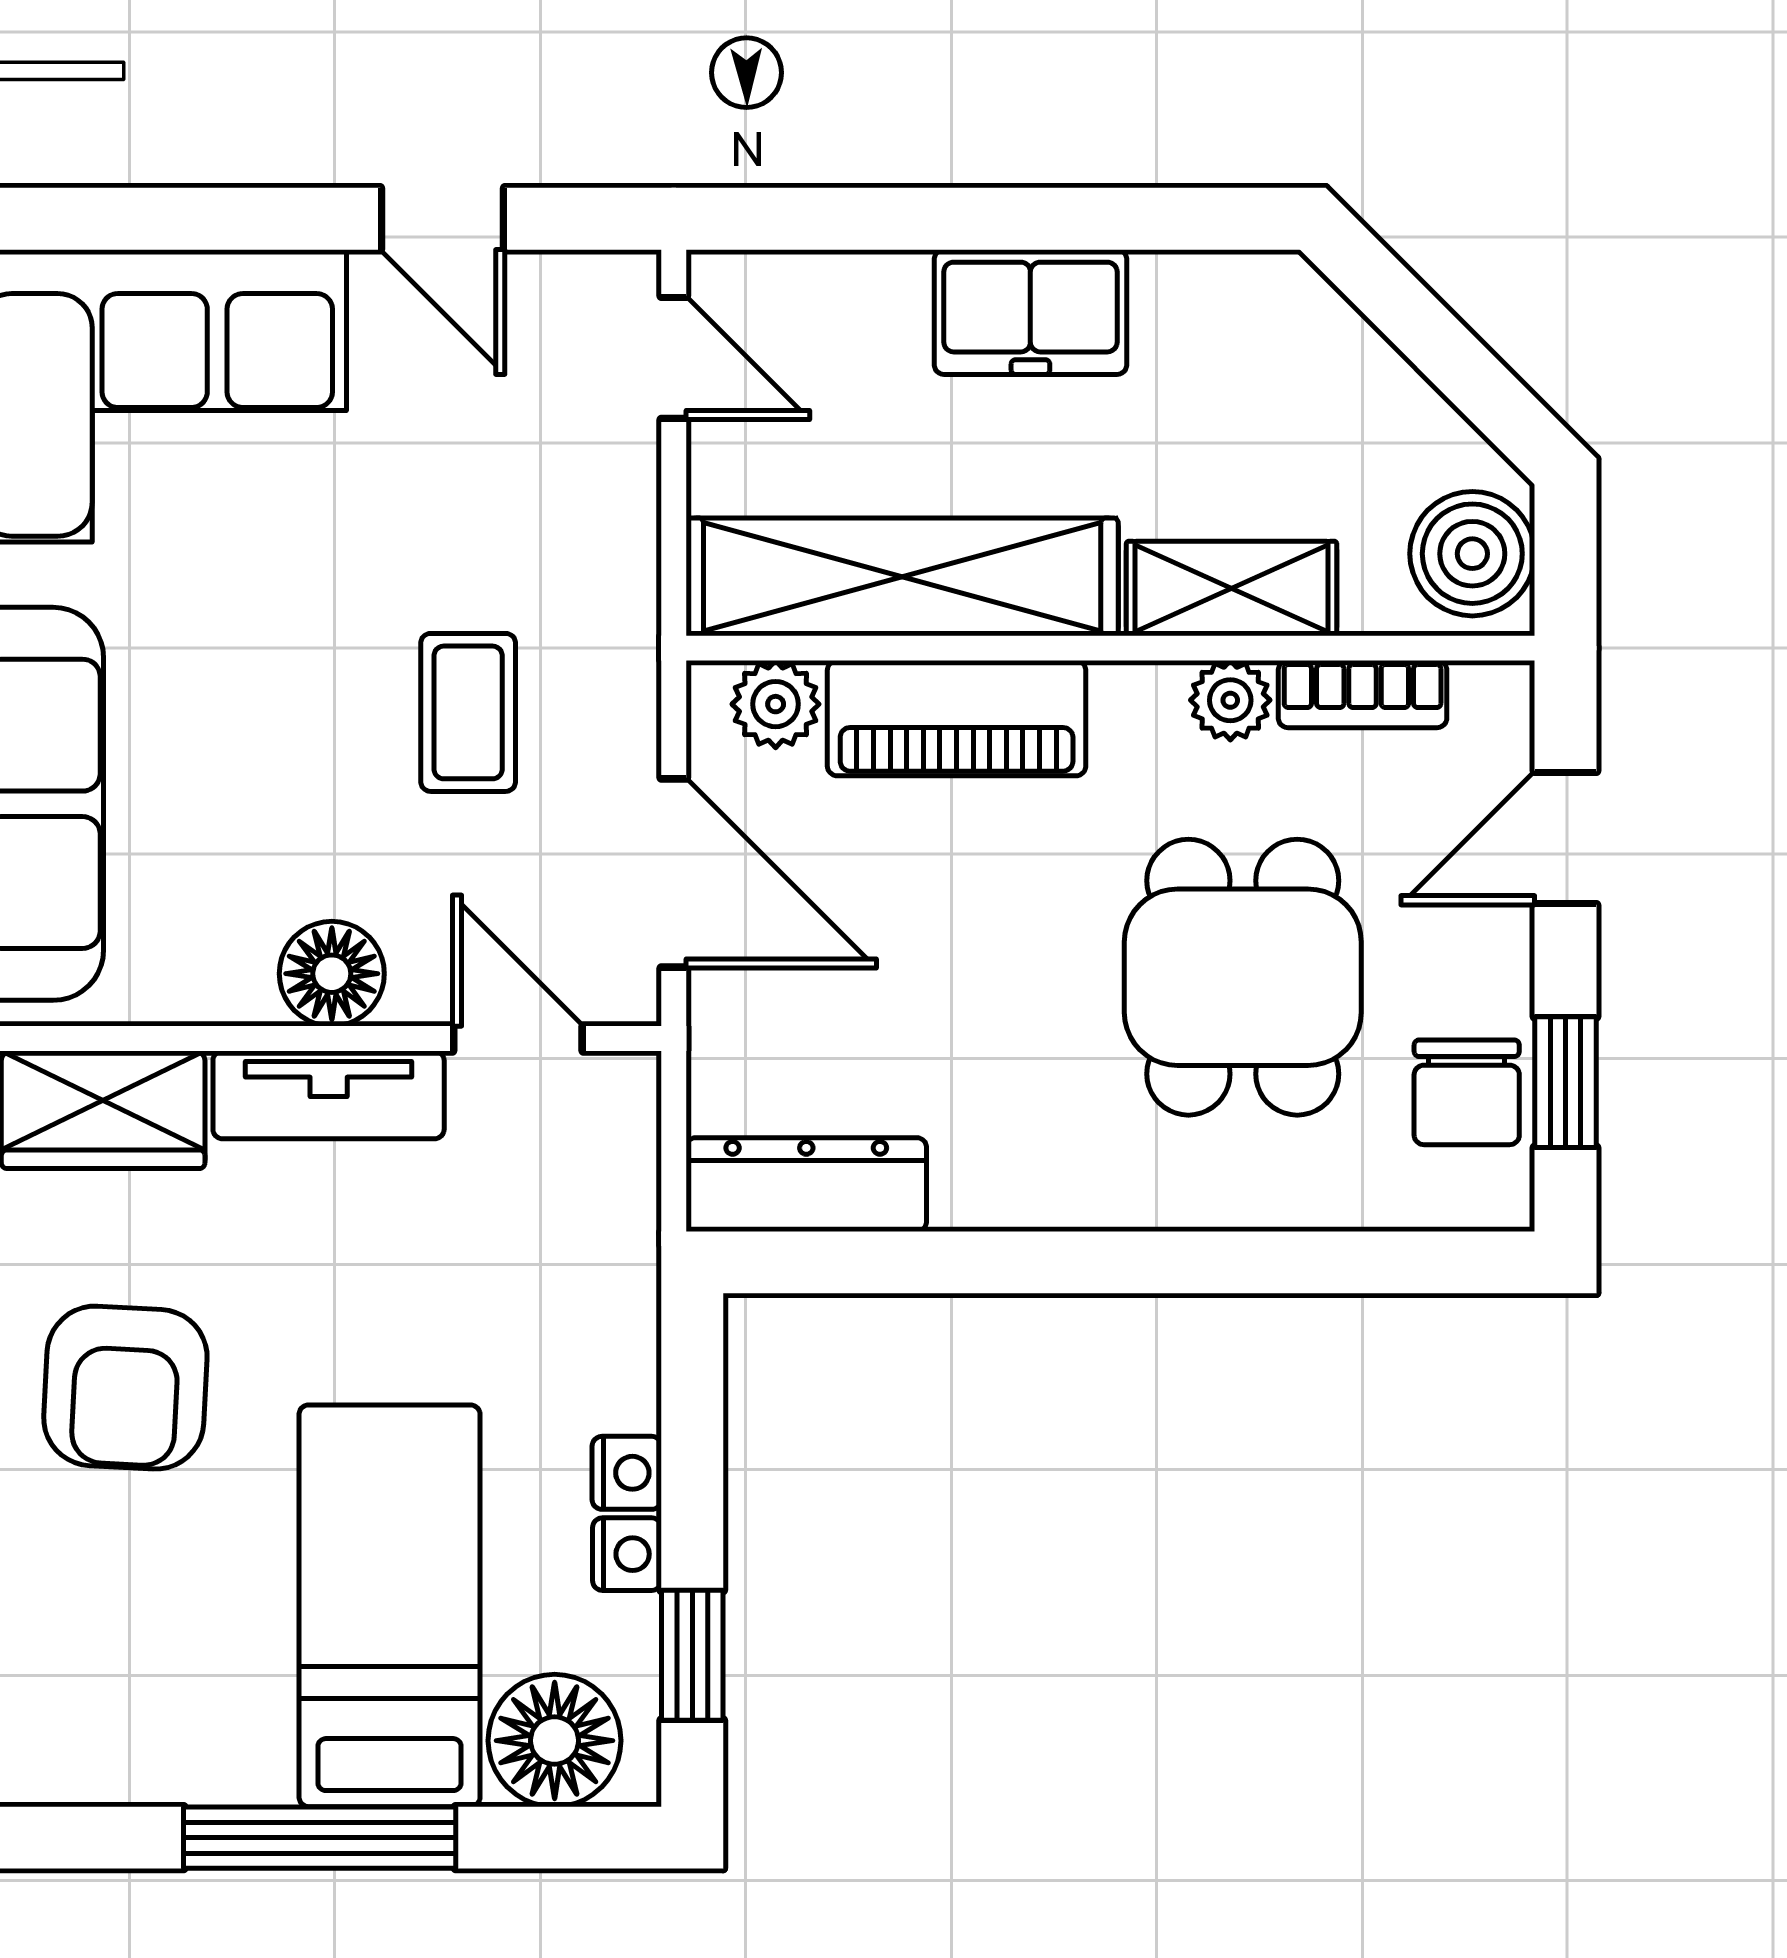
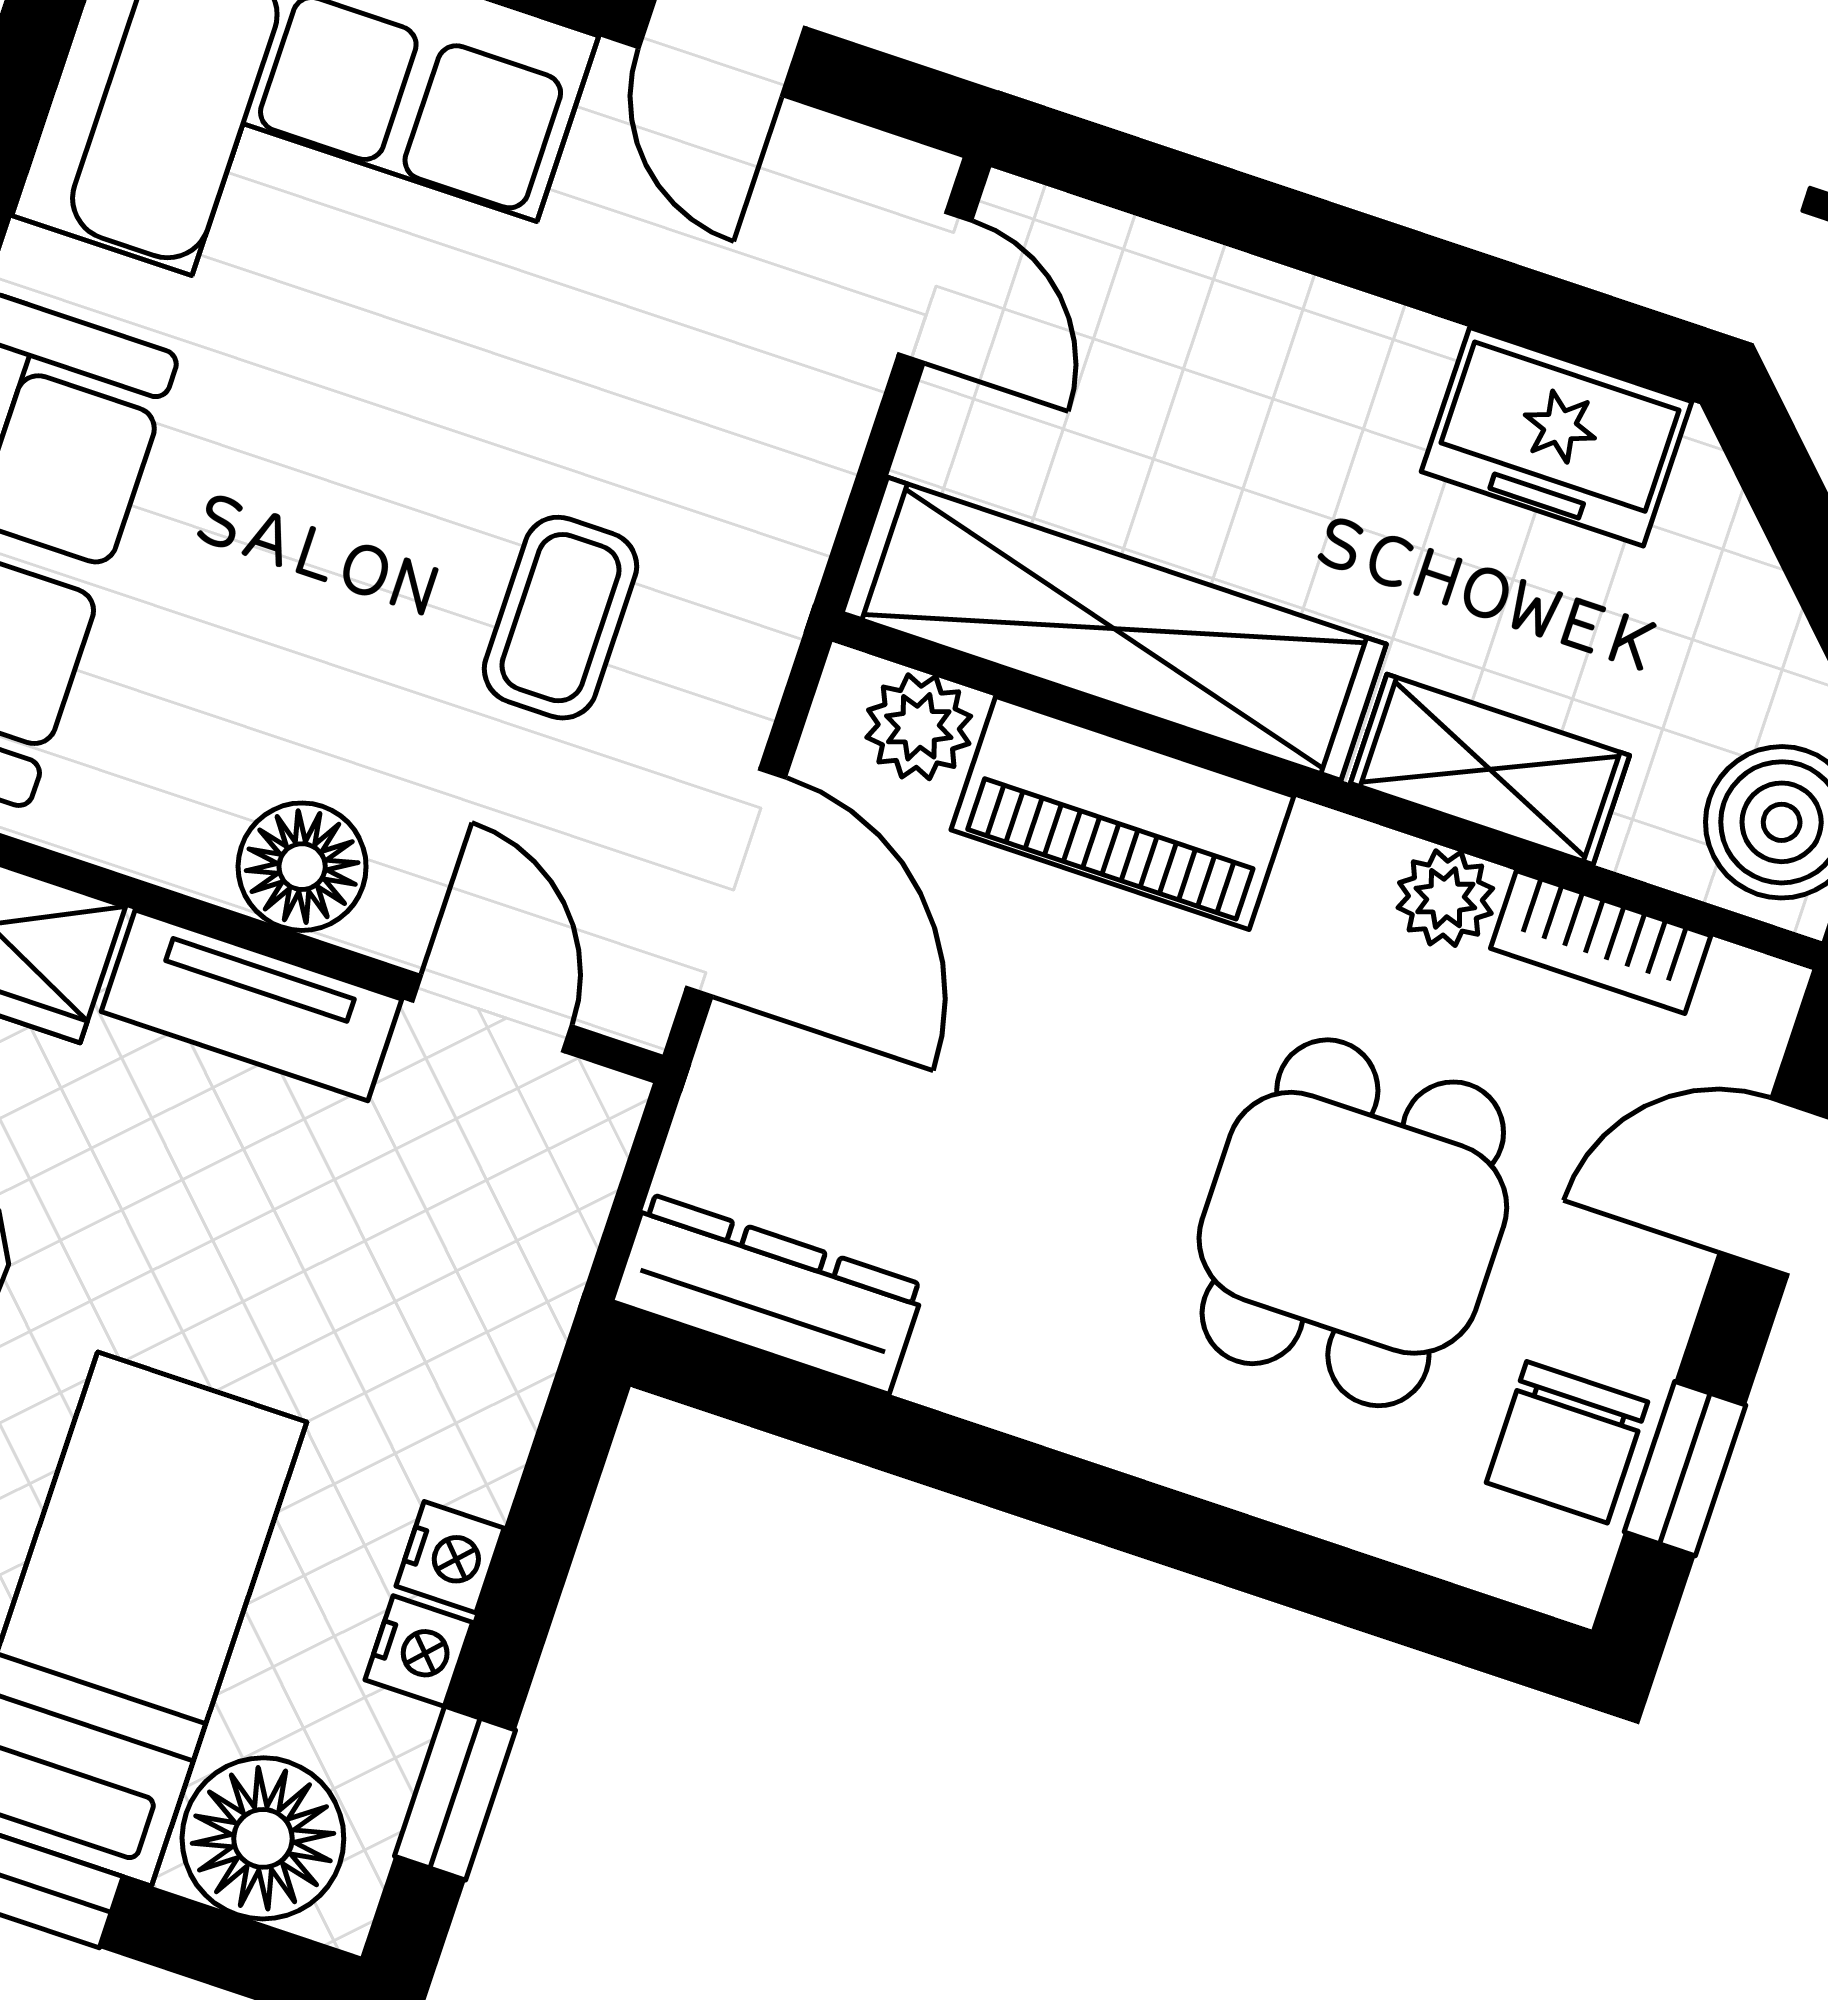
freezer: (1030, 312) -> (1557, 437), moved

